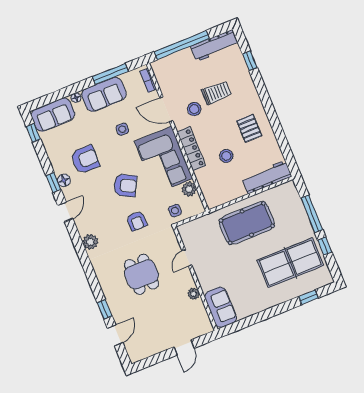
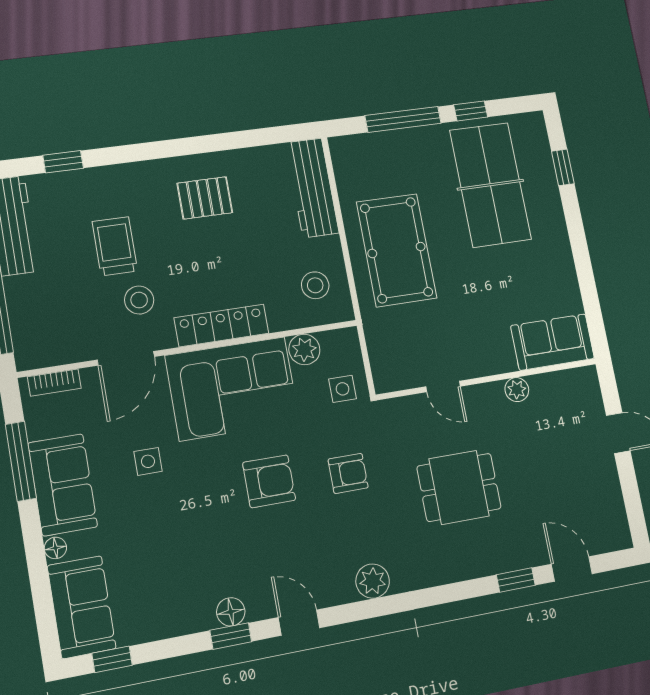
stool: (226, 156) -> (315, 285), moved
armchair: (85, 160) -> (196, 556), removed
armchair: (125, 185) -> (269, 481), turned 62

